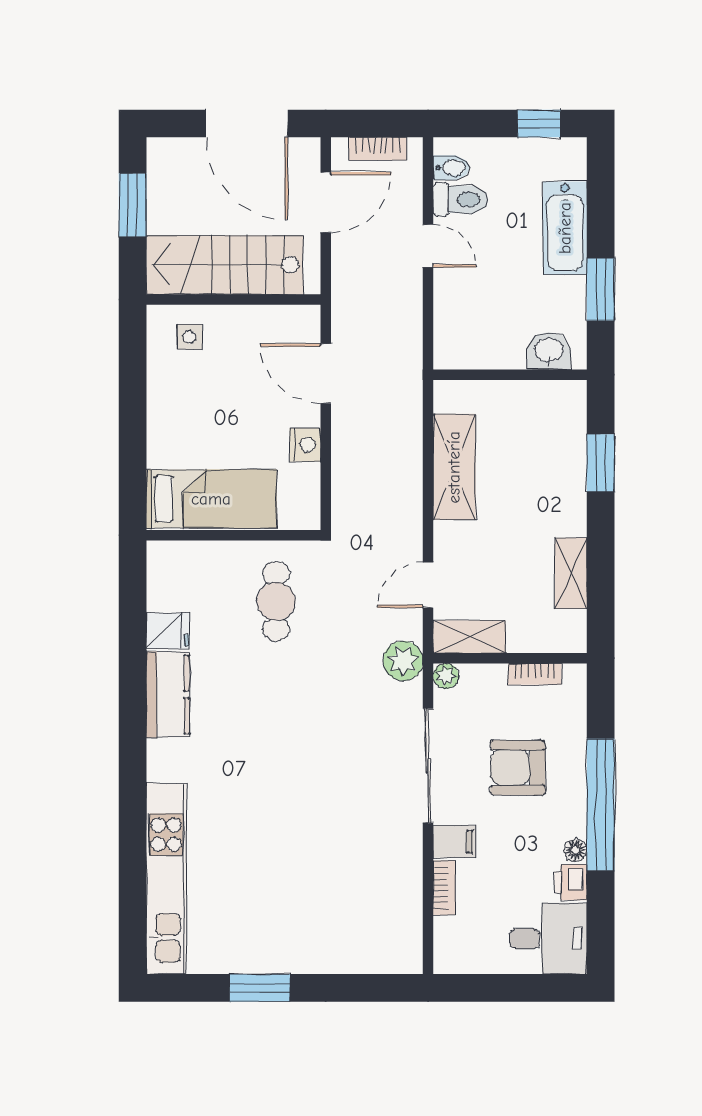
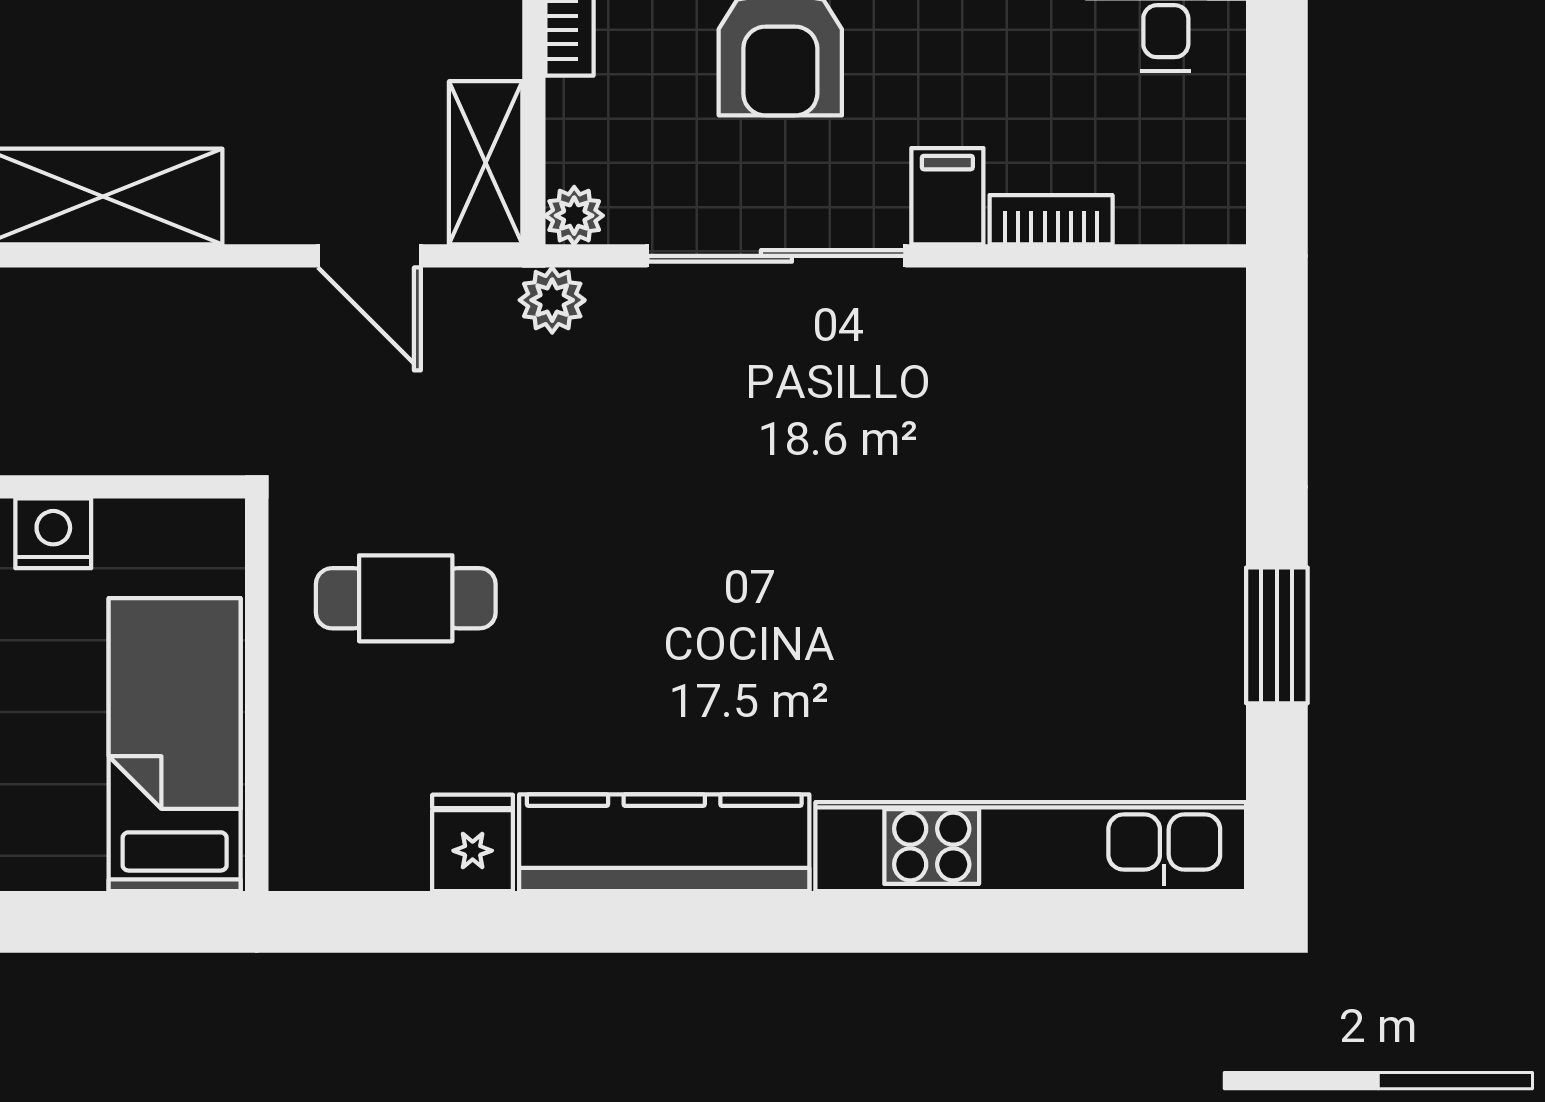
plant: (403, 661) -> (552, 300), width x0.73, depth x0.73
kitchen counter: (168, 695) -> (664, 843), width x1.50

